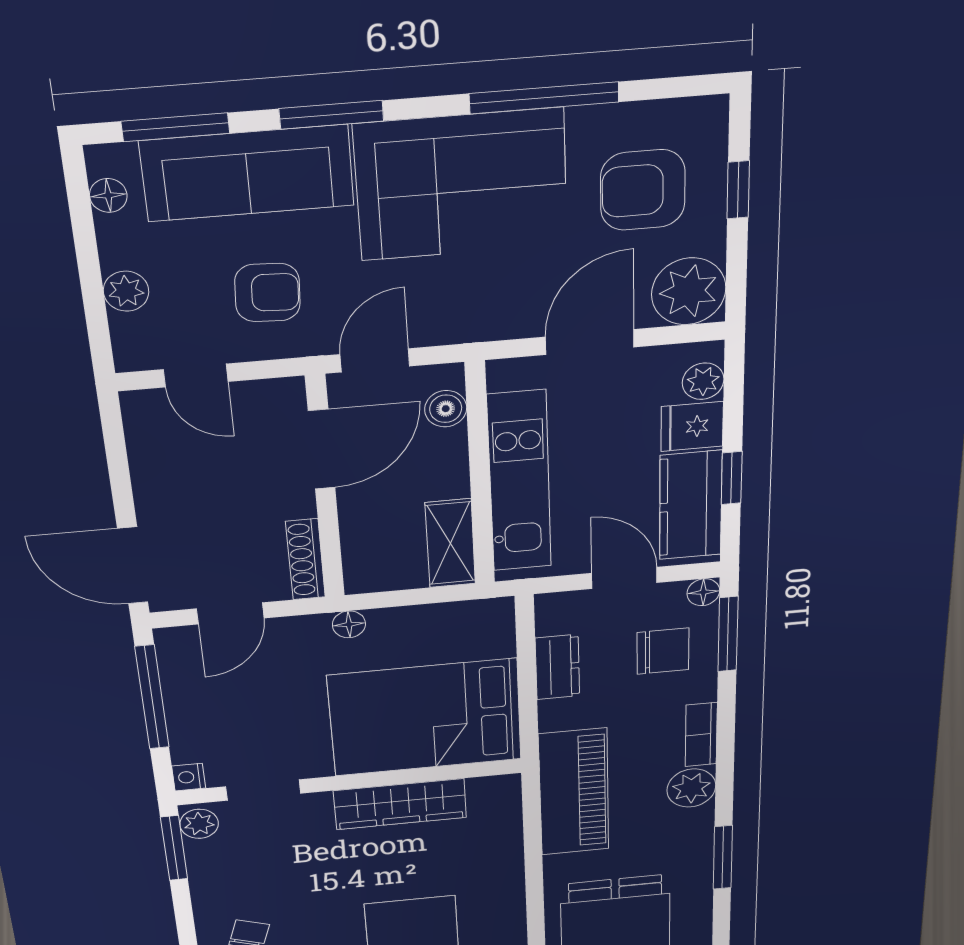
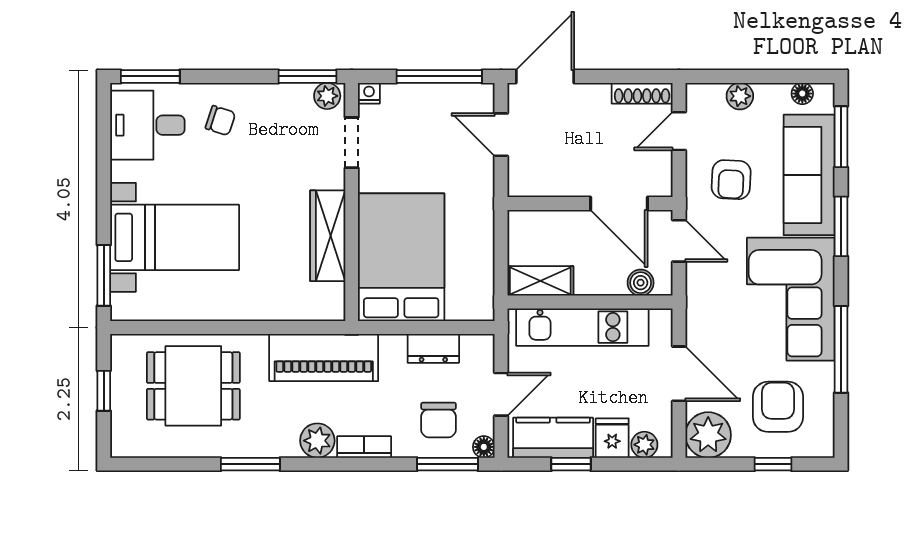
shoe rack: (305, 559) -> (642, 93), moved, turned 180
floor lamp: (349, 624) -> (484, 211), removed

